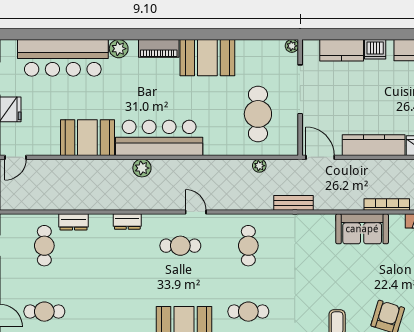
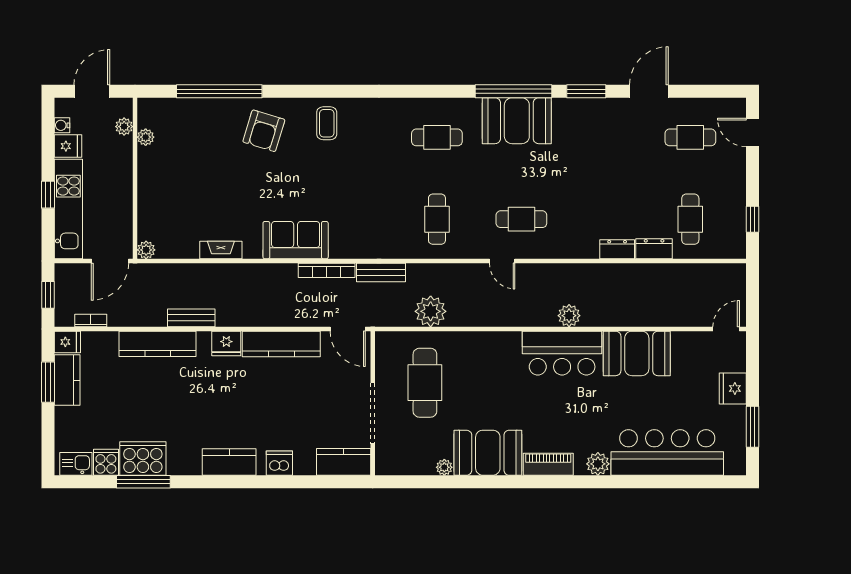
plant: (292, 46) -> (444, 467), moved
kitchen counter: (342, 50) -> (344, 462), moved
bar counter: (159, 138) -> (562, 353), width x0.73
plant: (259, 166) -> (431, 311), width x1.87, depth x1.87
bookcase: (387, 204) -> (327, 270), moved
dresser: (127, 221) -> (617, 249), moved

